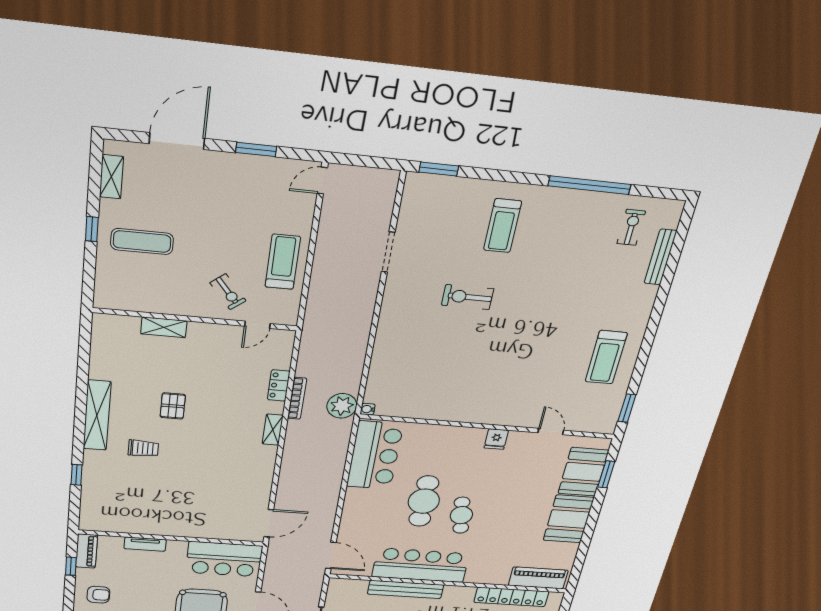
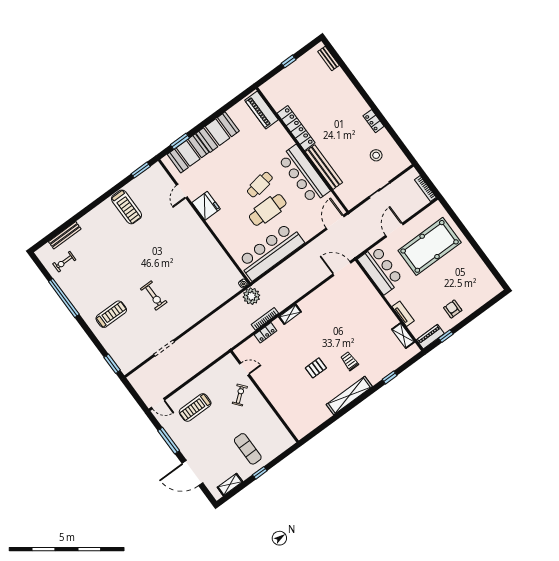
window: (256, 149) -> (169, 441), width x1.44
treadmill: (283, 262) -> (195, 407), moved
shelving: (164, 327) -> (403, 336), moved
treadmill: (606, 357) -> (127, 207), turned 90
fridge: (496, 439) -> (206, 206), width x1.88, depth x1.34
bar counter: (375, 455) -> (271, 252), width x1.36
locker: (511, 597) -> (296, 128), moved

